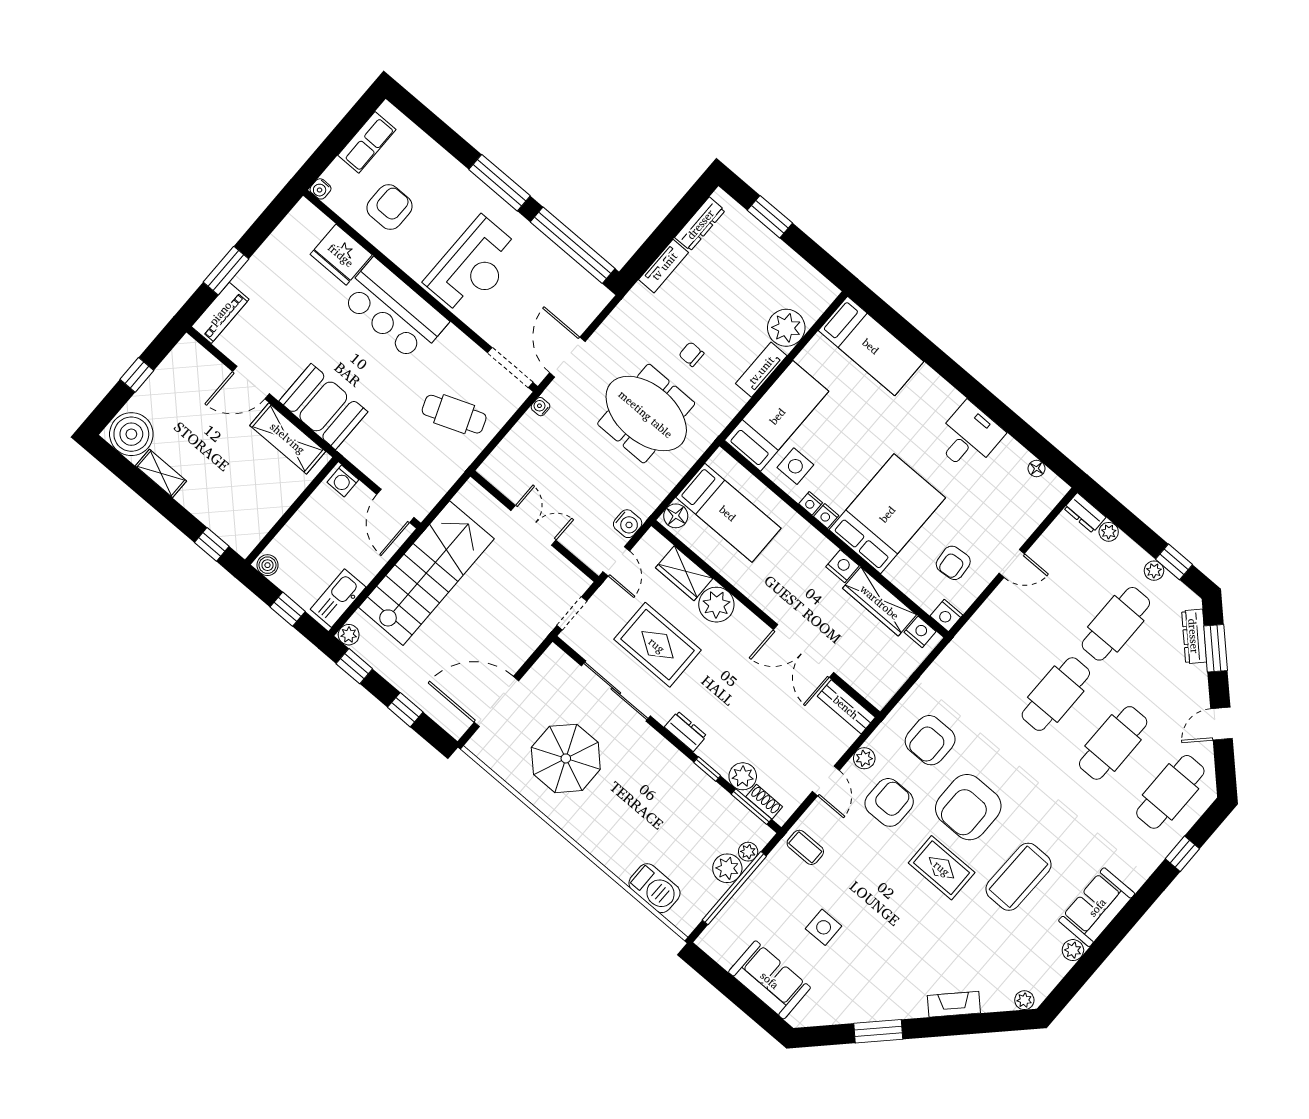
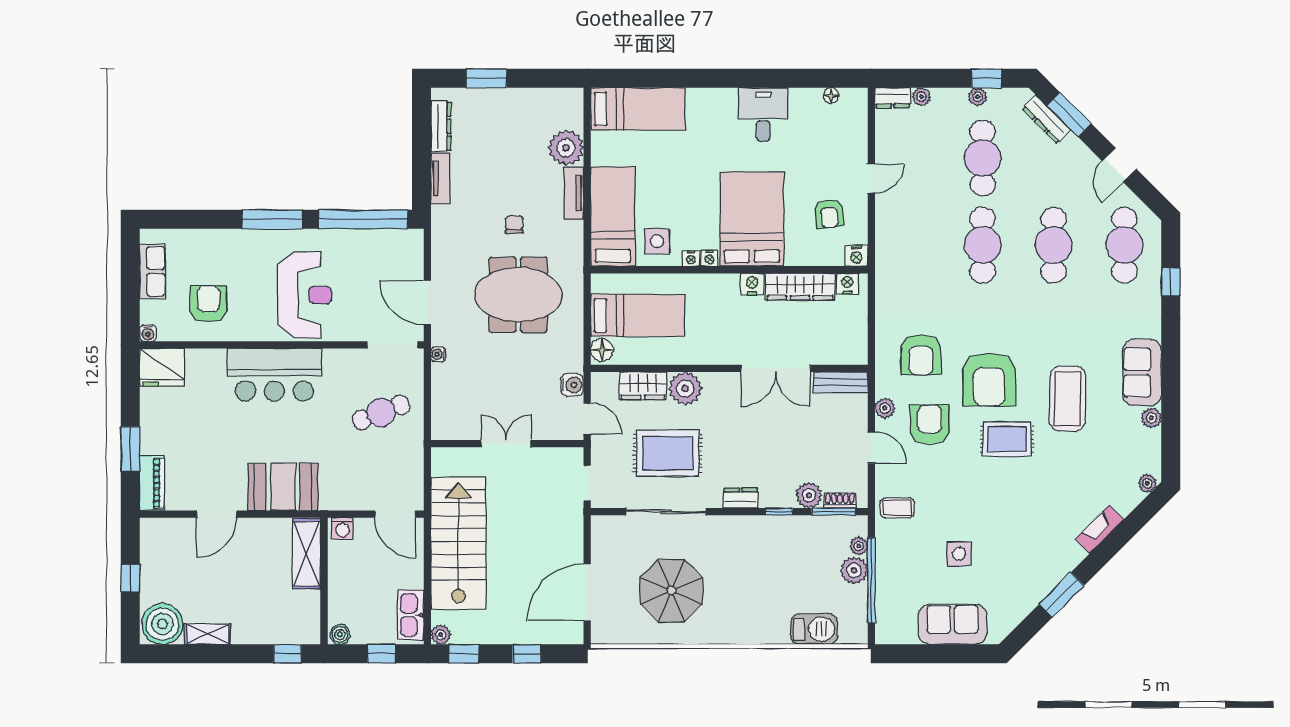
fridge: (341, 255) -> (162, 367), moved
chair: (691, 354) -> (514, 225), turned 90
shelving: (288, 438) -> (306, 554), moved, turned 90

